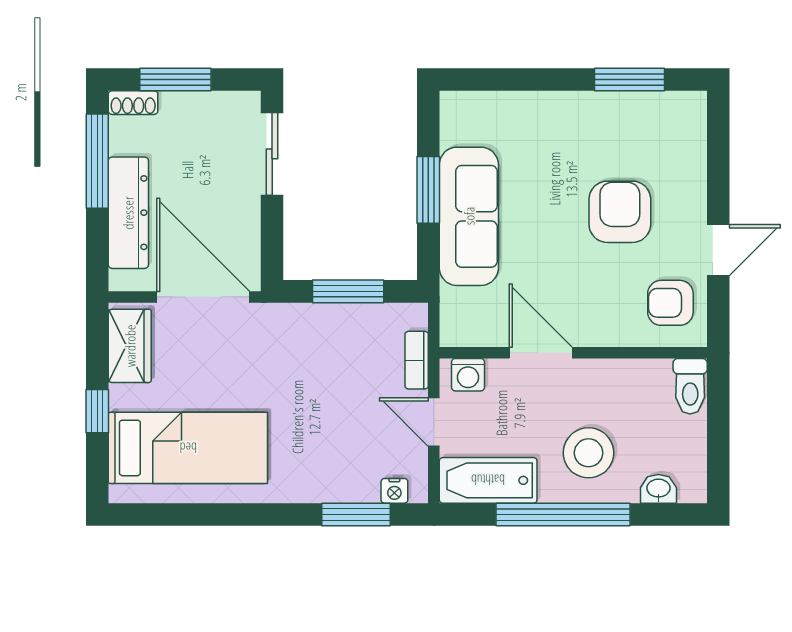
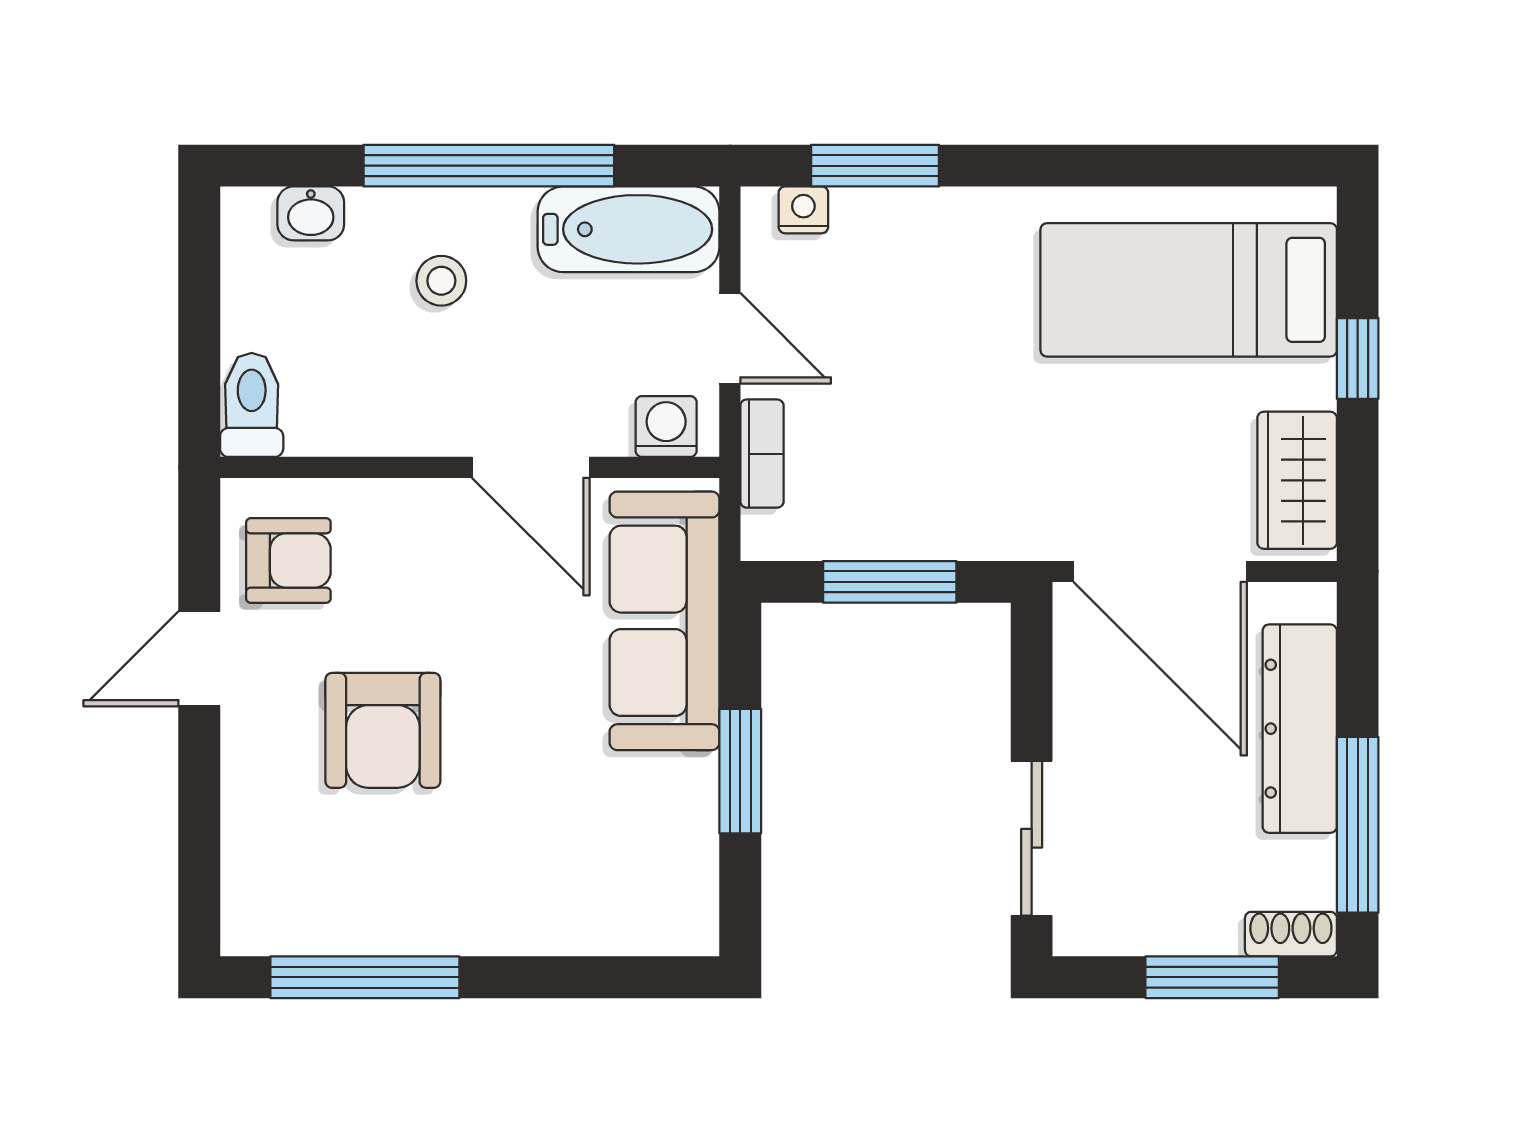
window: (629, 79) -> (365, 977), width x1.44
sofa: (469, 216) -> (665, 621), moved
stool: (588, 453) -> (441, 281), width x0.53, depth x0.53

